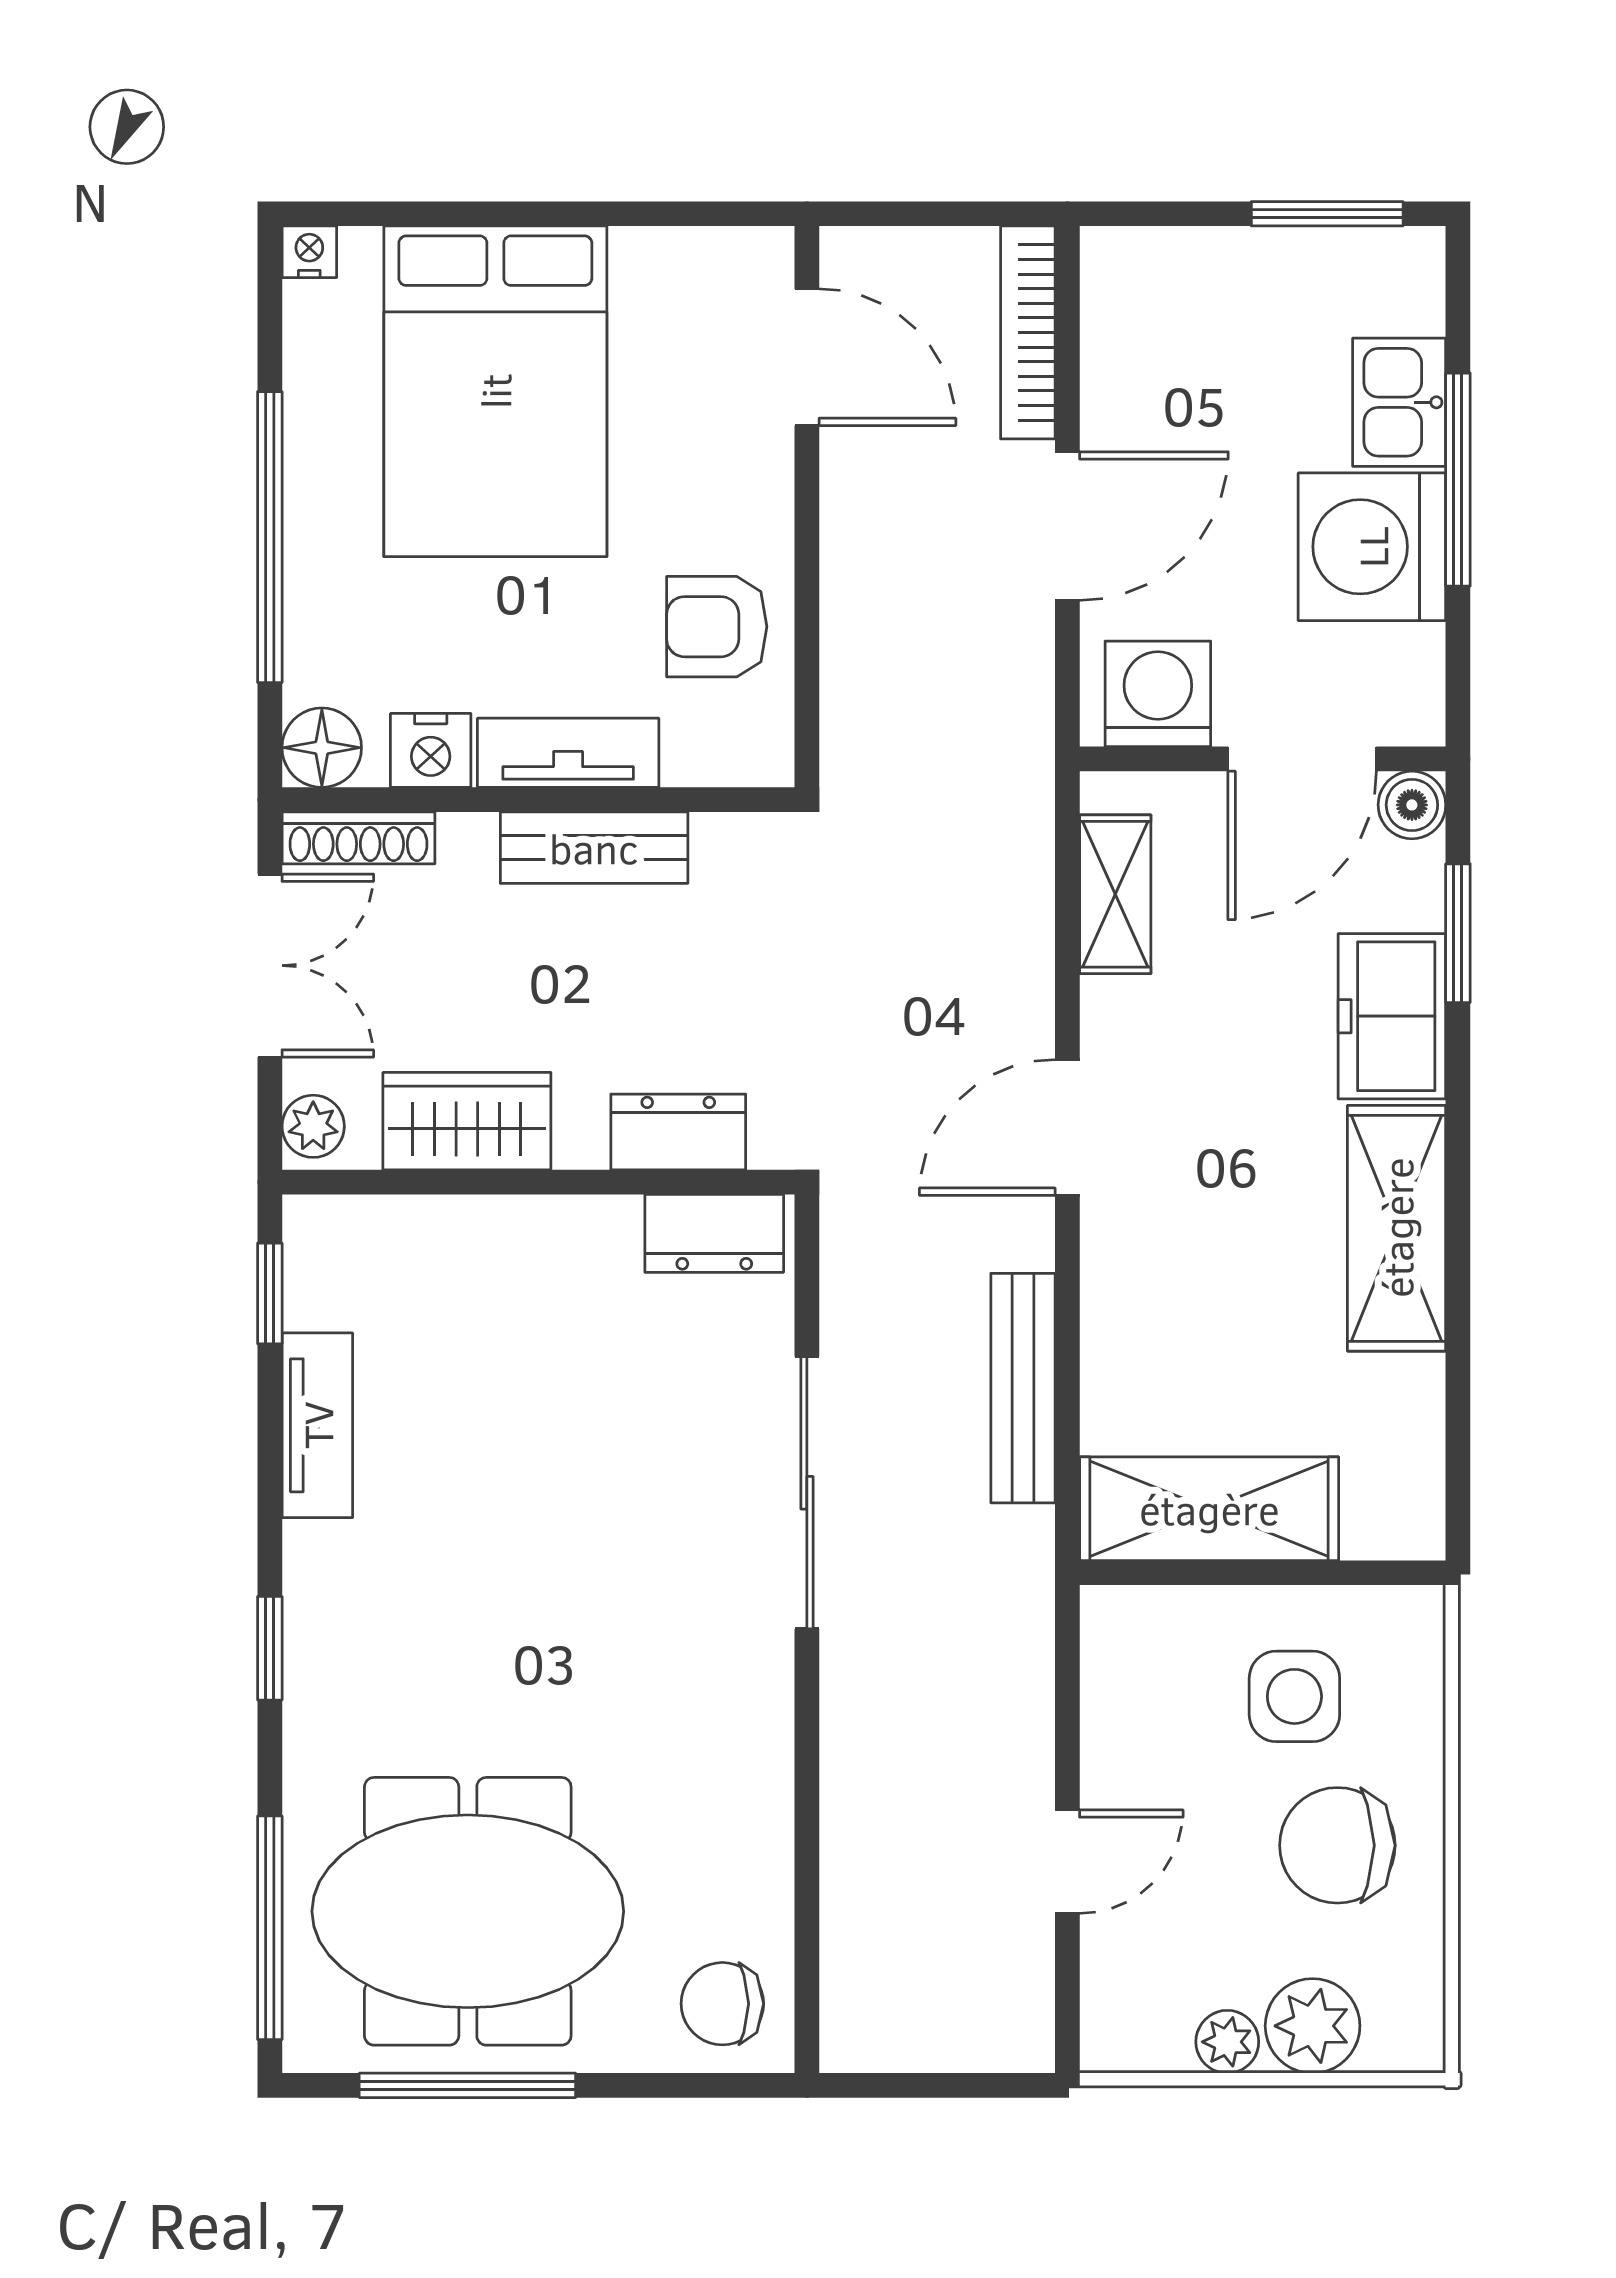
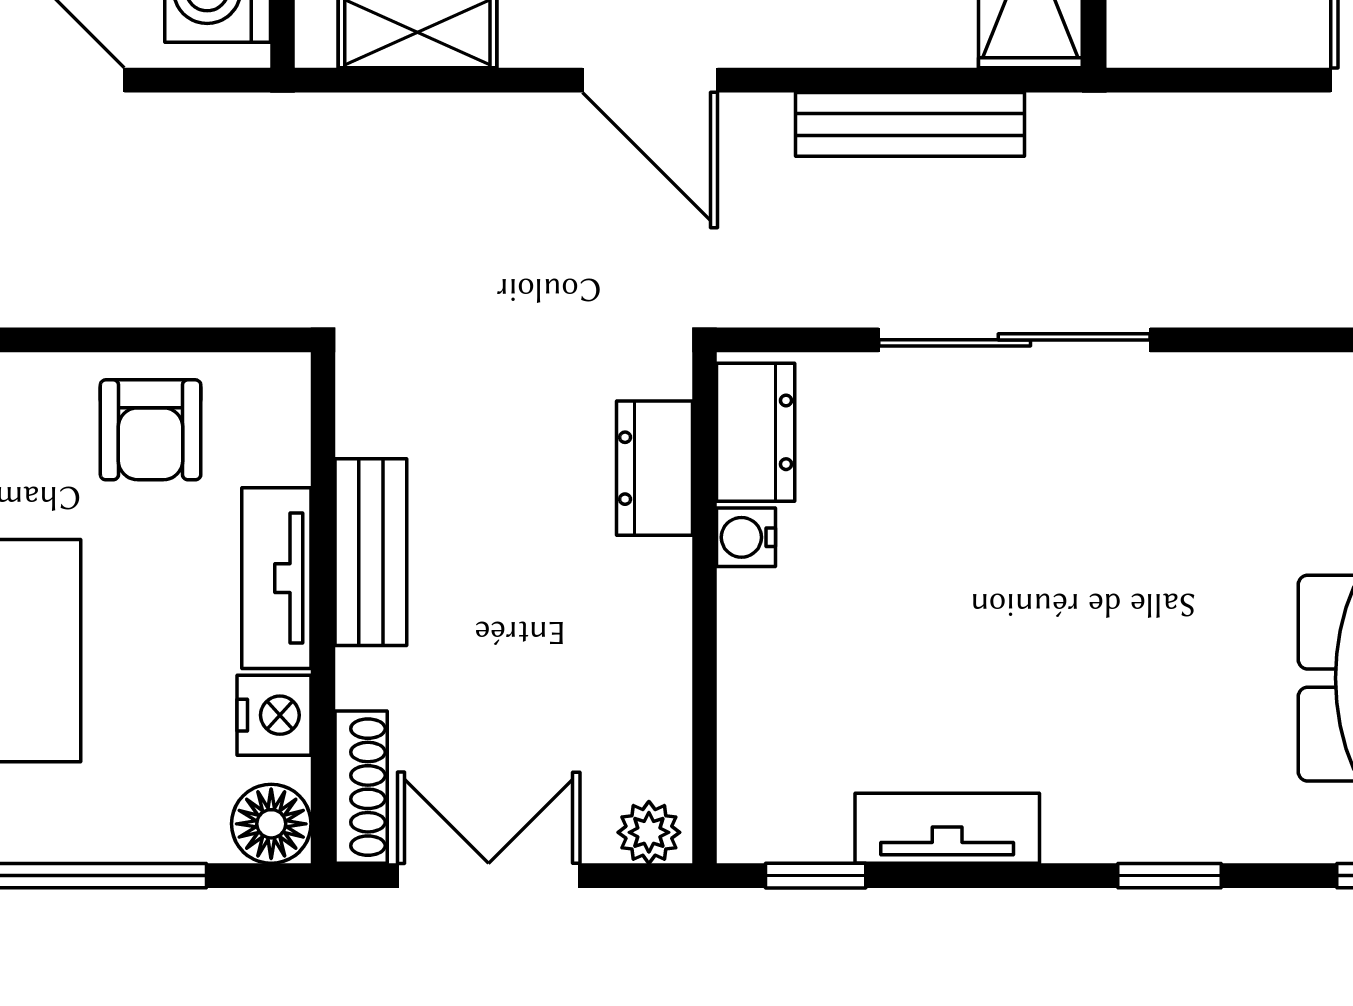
wardrobe: (467, 1121) -> (644, 679), removed
water cooler: (609, 1224) -> (746, 537), added

